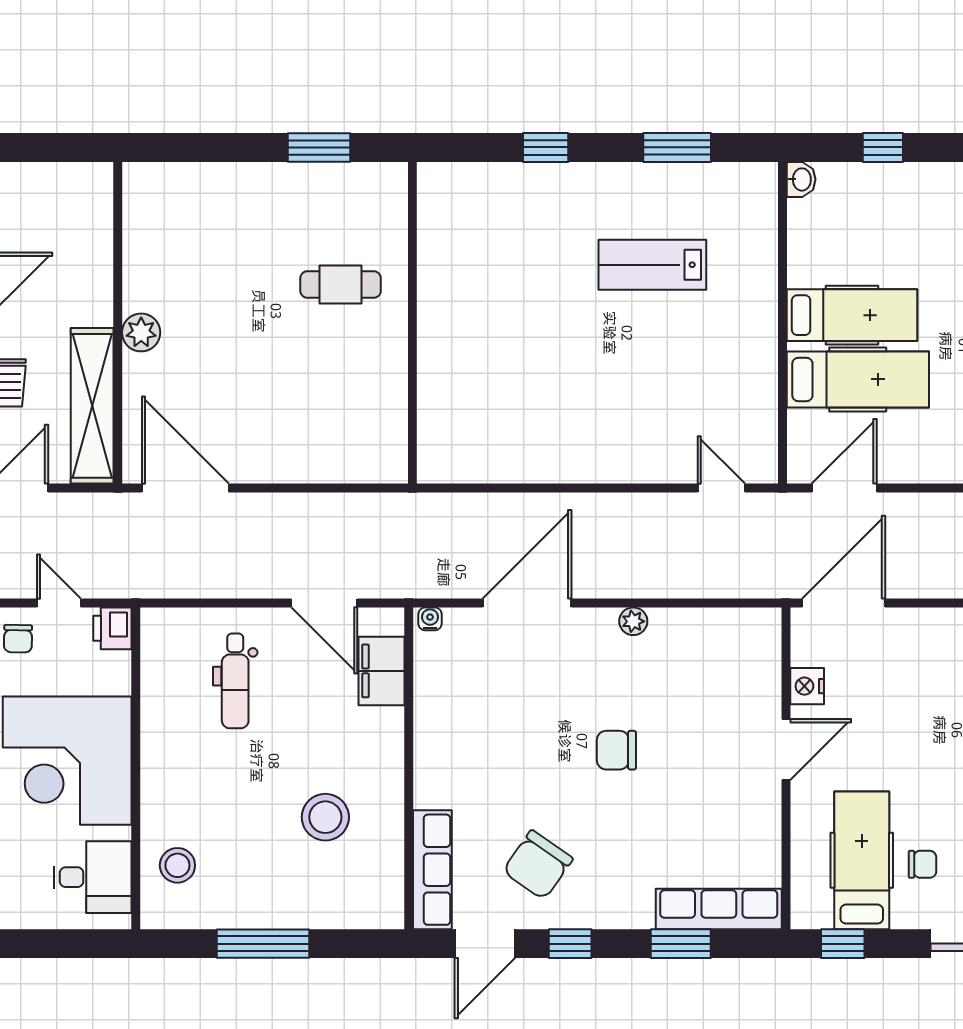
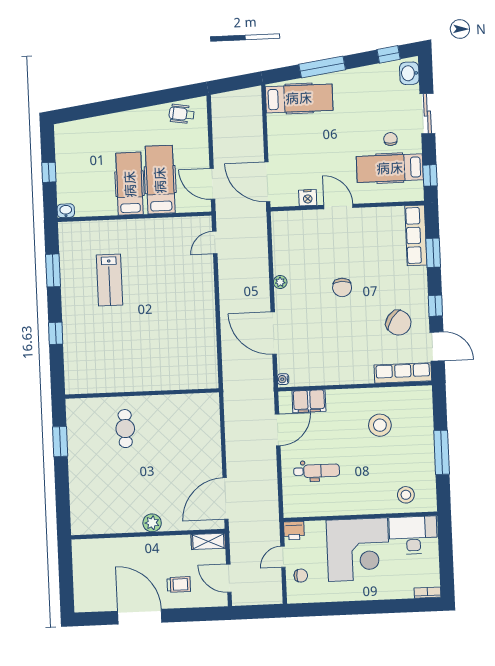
shelving: (92, 406) -> (208, 541), width x0.45, depth x0.75
desk: (93, 877) -> (413, 535), width x1.37

